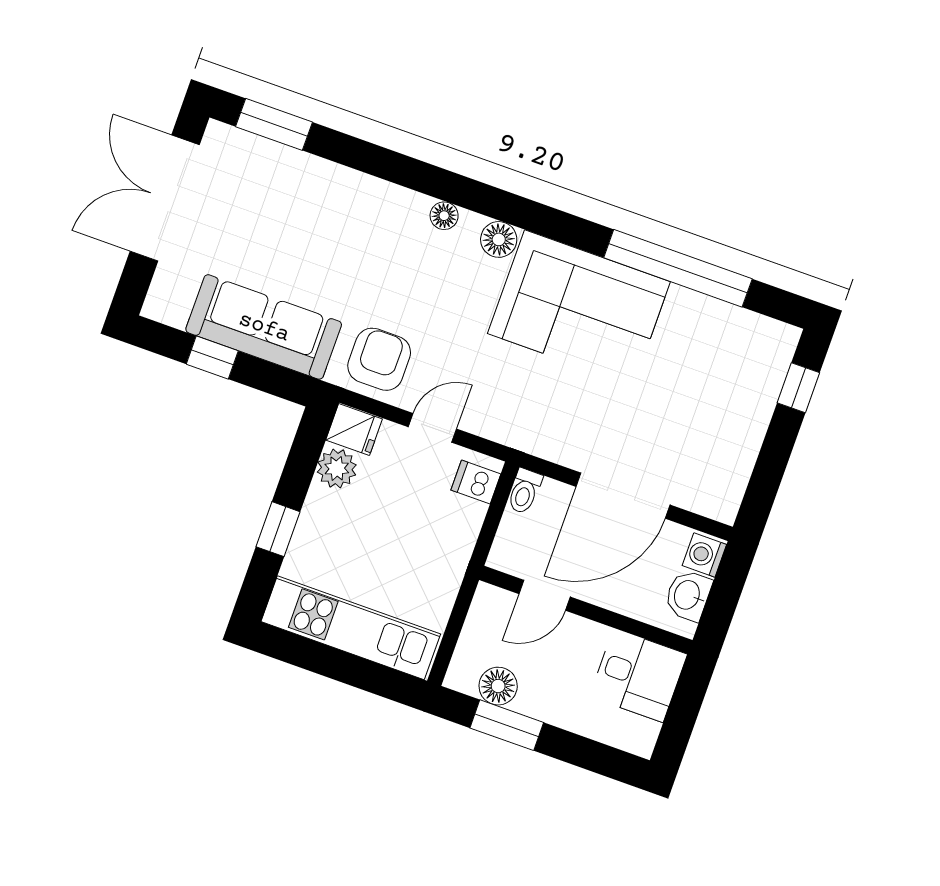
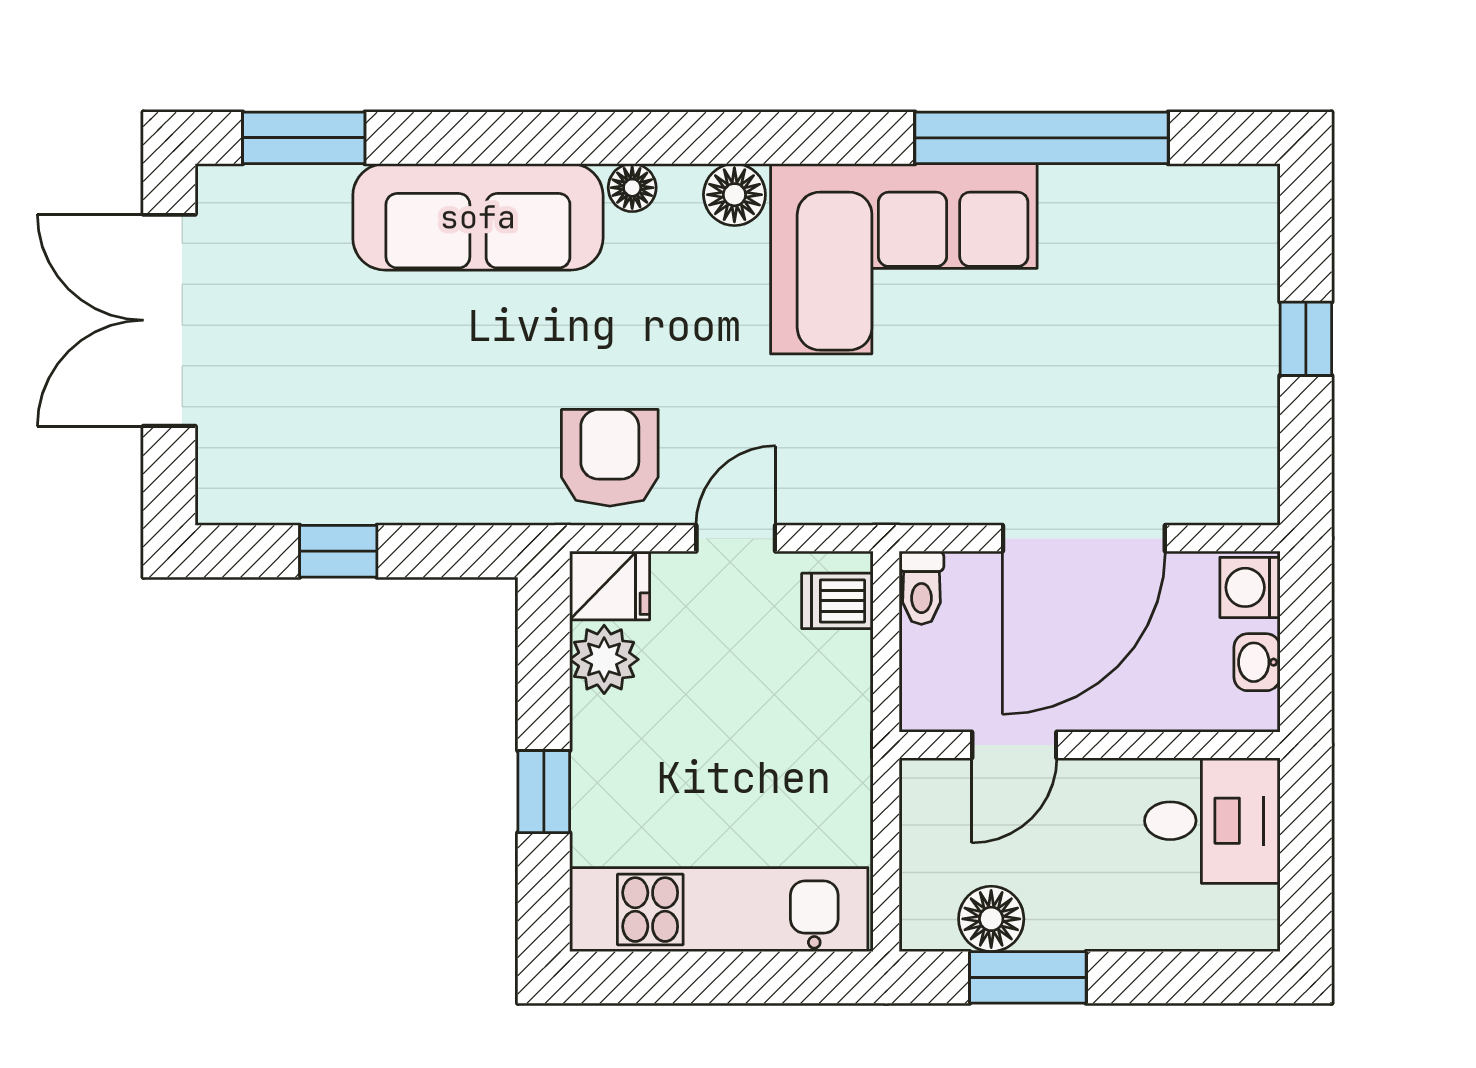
sofa: (264, 327) -> (478, 217), moved, turned 180
window: (798, 388) -> (1306, 339), moved
washbasin: (688, 595) -> (1257, 662), width x0.72, depth x0.69

